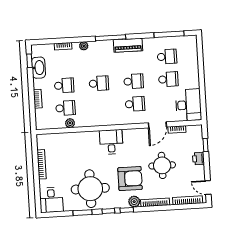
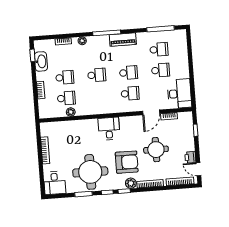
printer: (198, 159) -> (190, 157), moved

